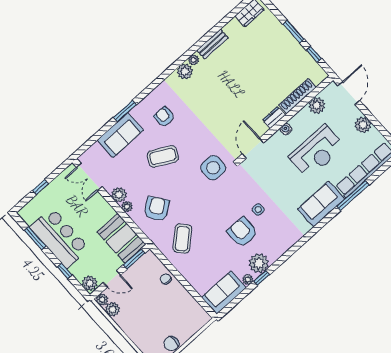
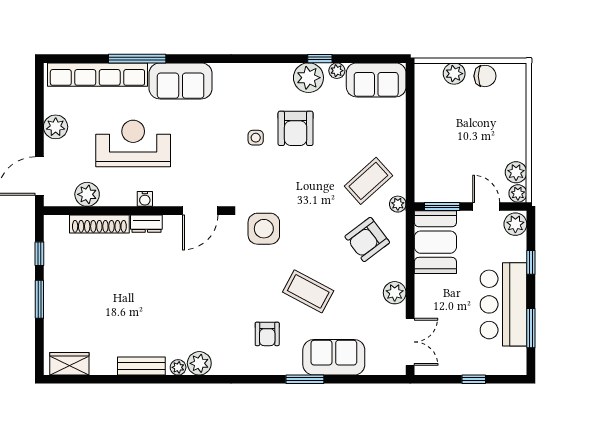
plant: (127, 207) -> (398, 204), moved
chair: (166, 279) -> (427, 153), removed
plant: (188, 331) -> (454, 74), added

